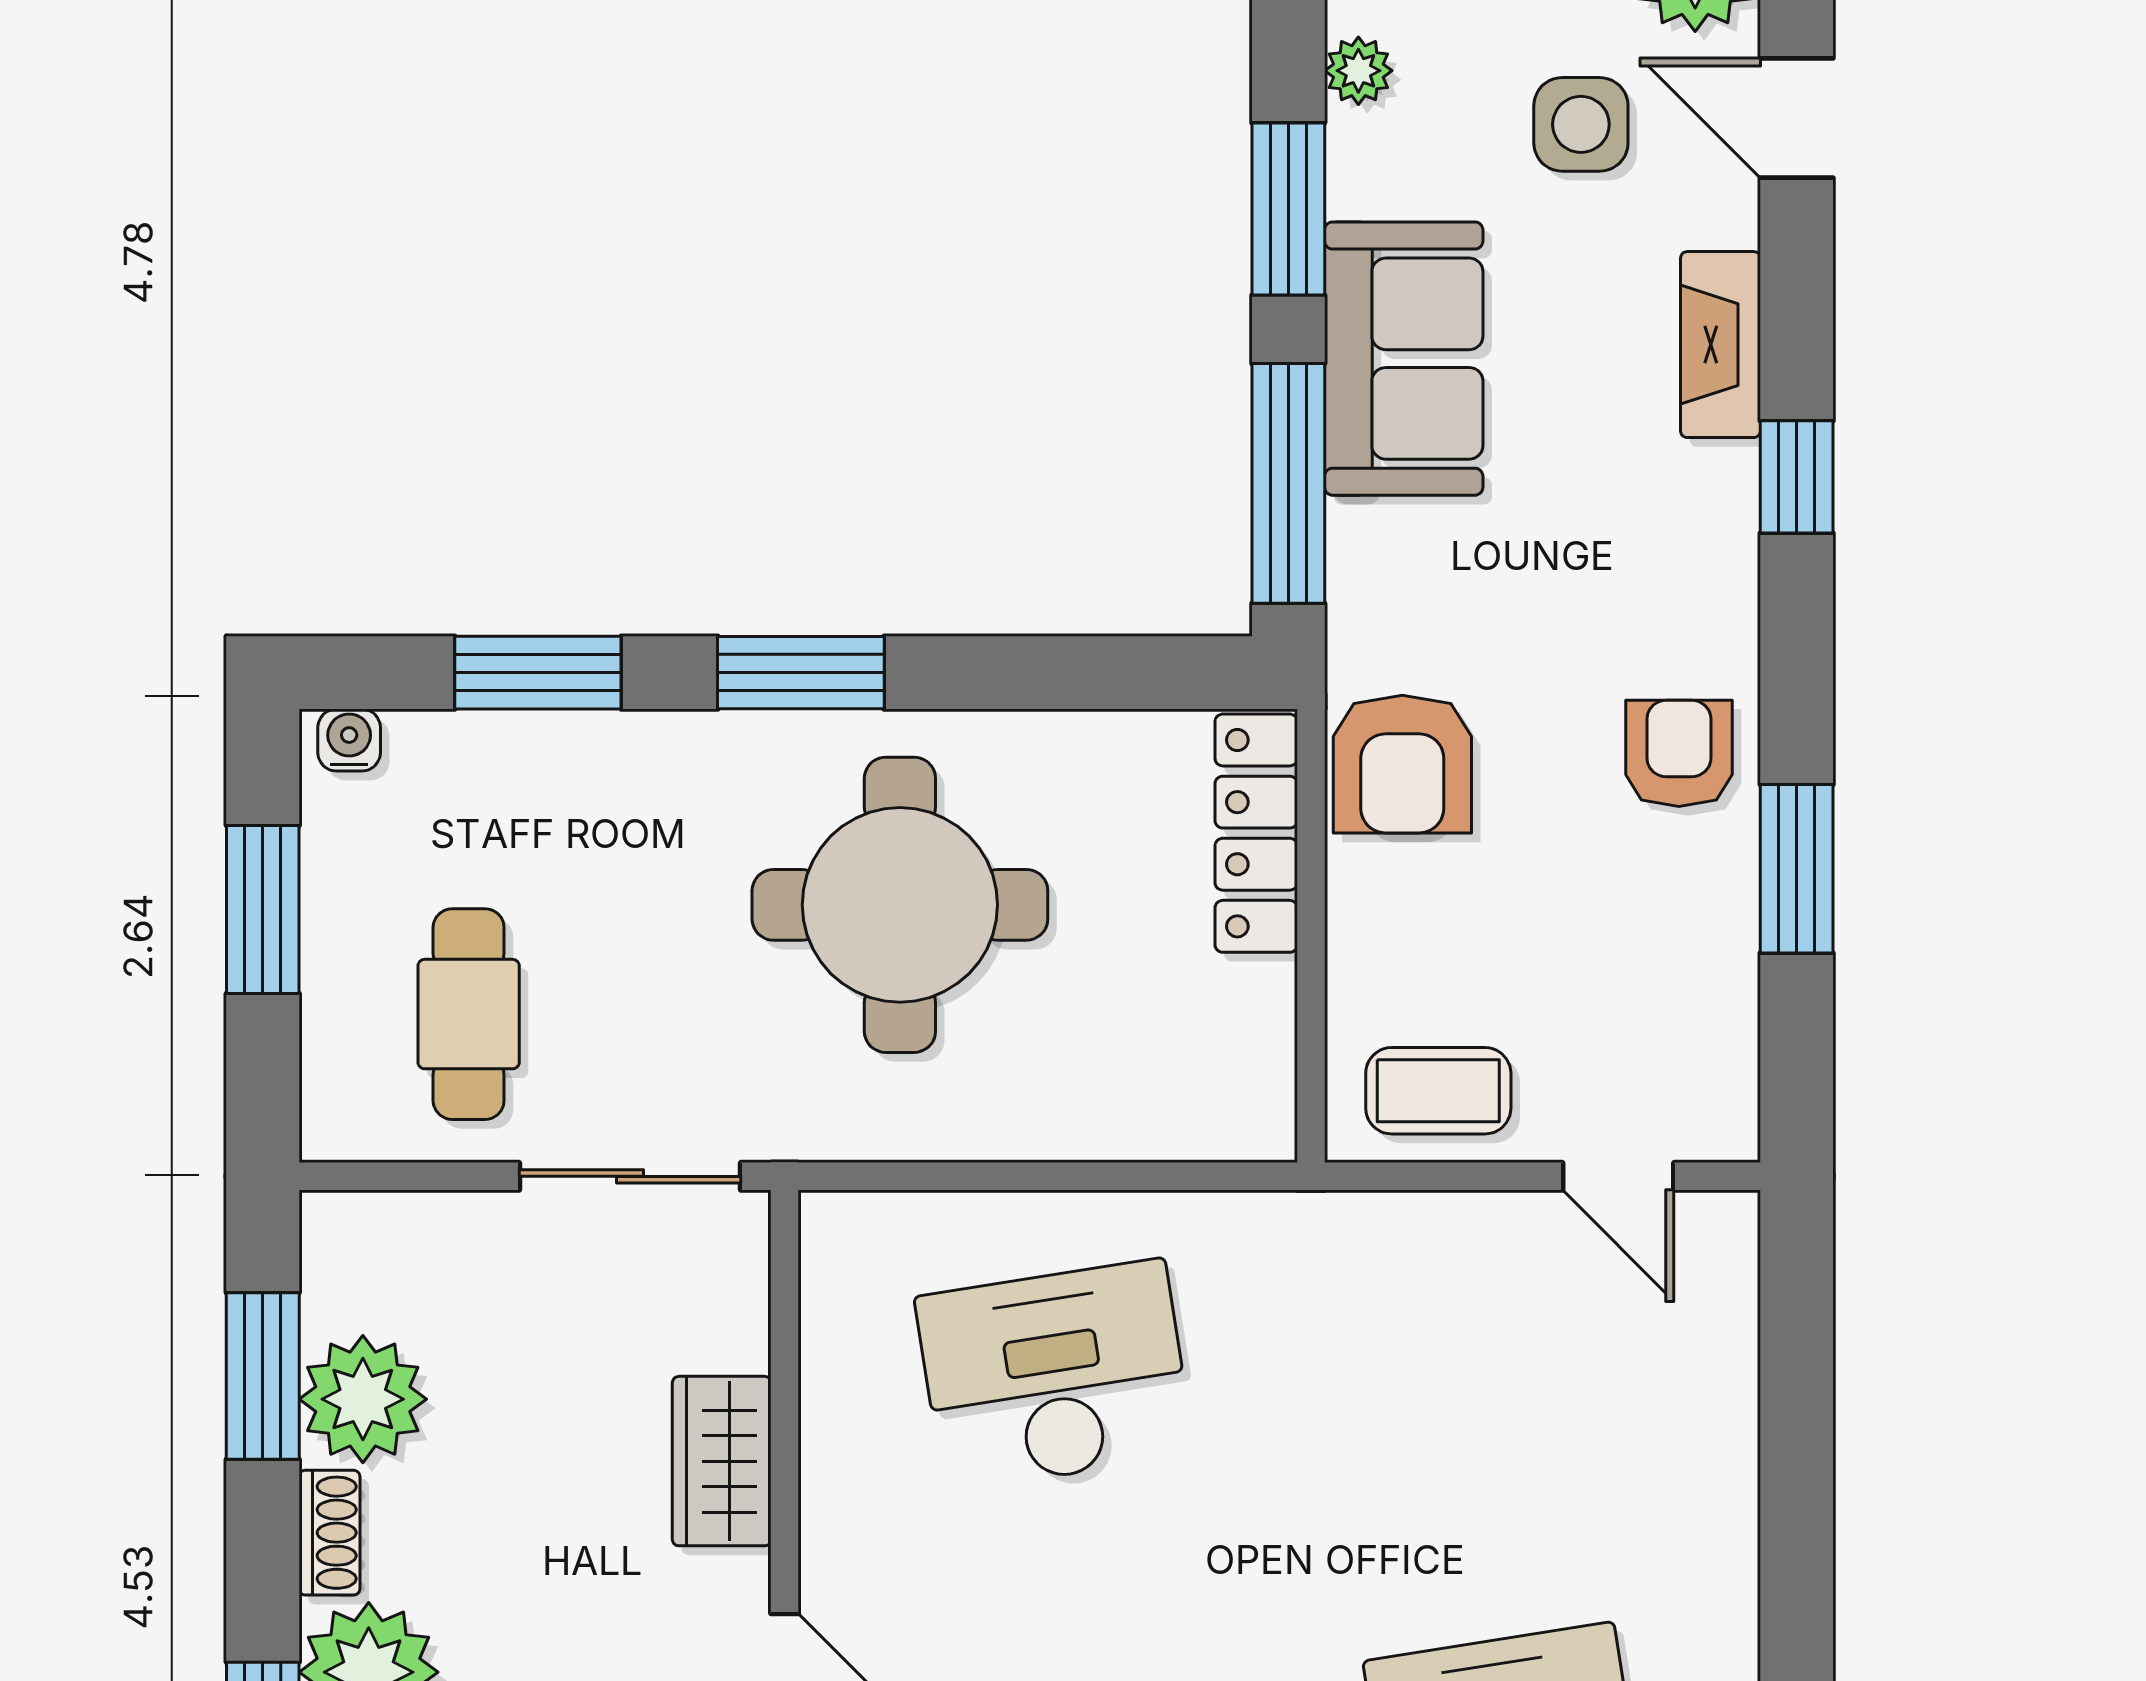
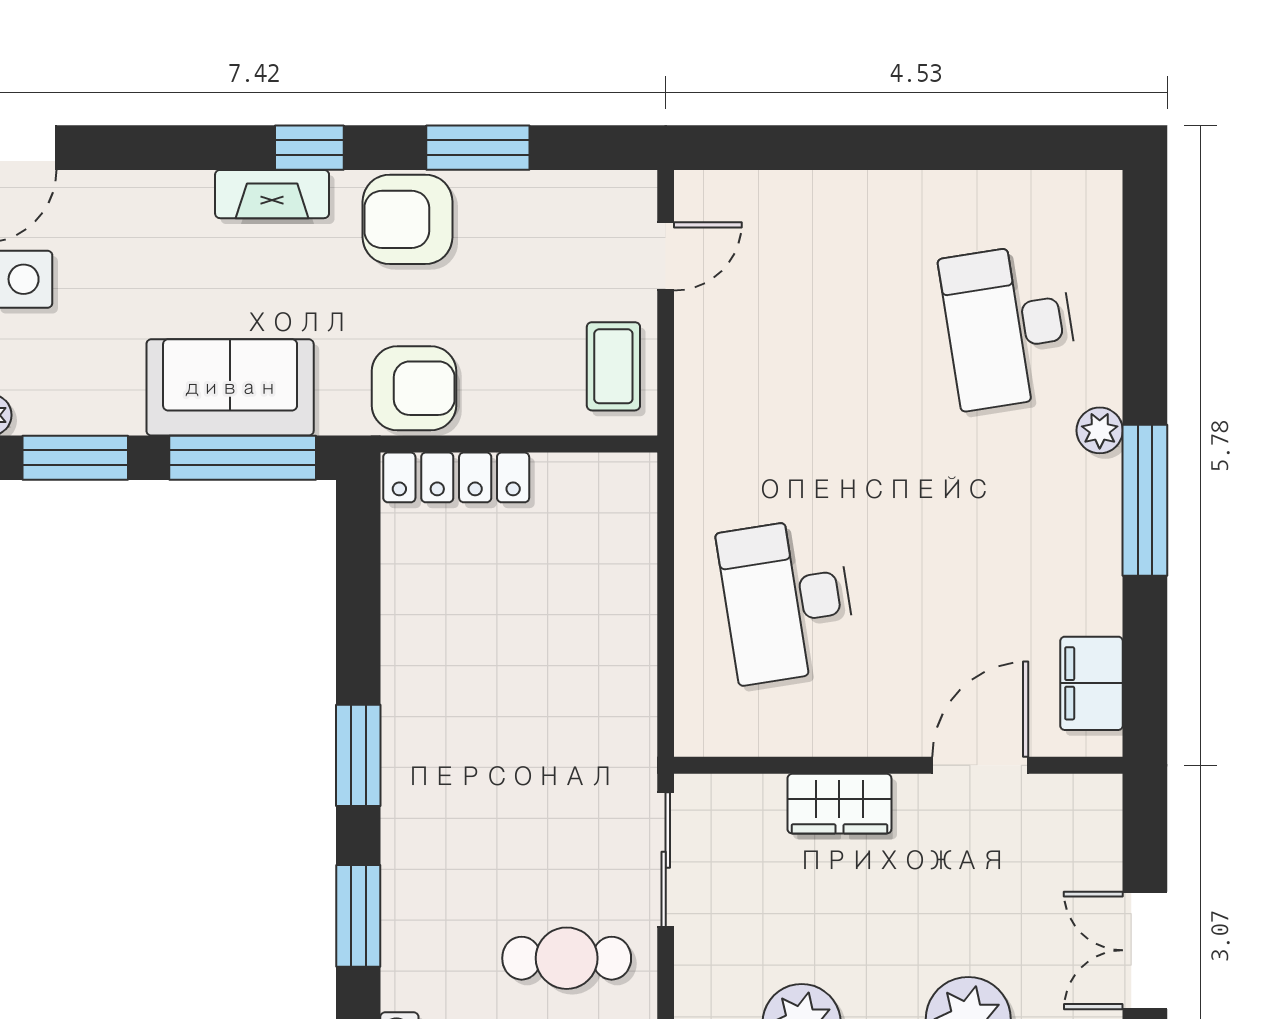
fireplace: (1720, 345) -> (272, 194), moved
sofa: (1404, 359) -> (230, 387), moved
window: (1797, 477) -> (309, 148), moved
armchair: (1679, 753) -> (408, 219), width x1.38, depth x1.38
round table: (900, 905) -> (500, 695), removed

